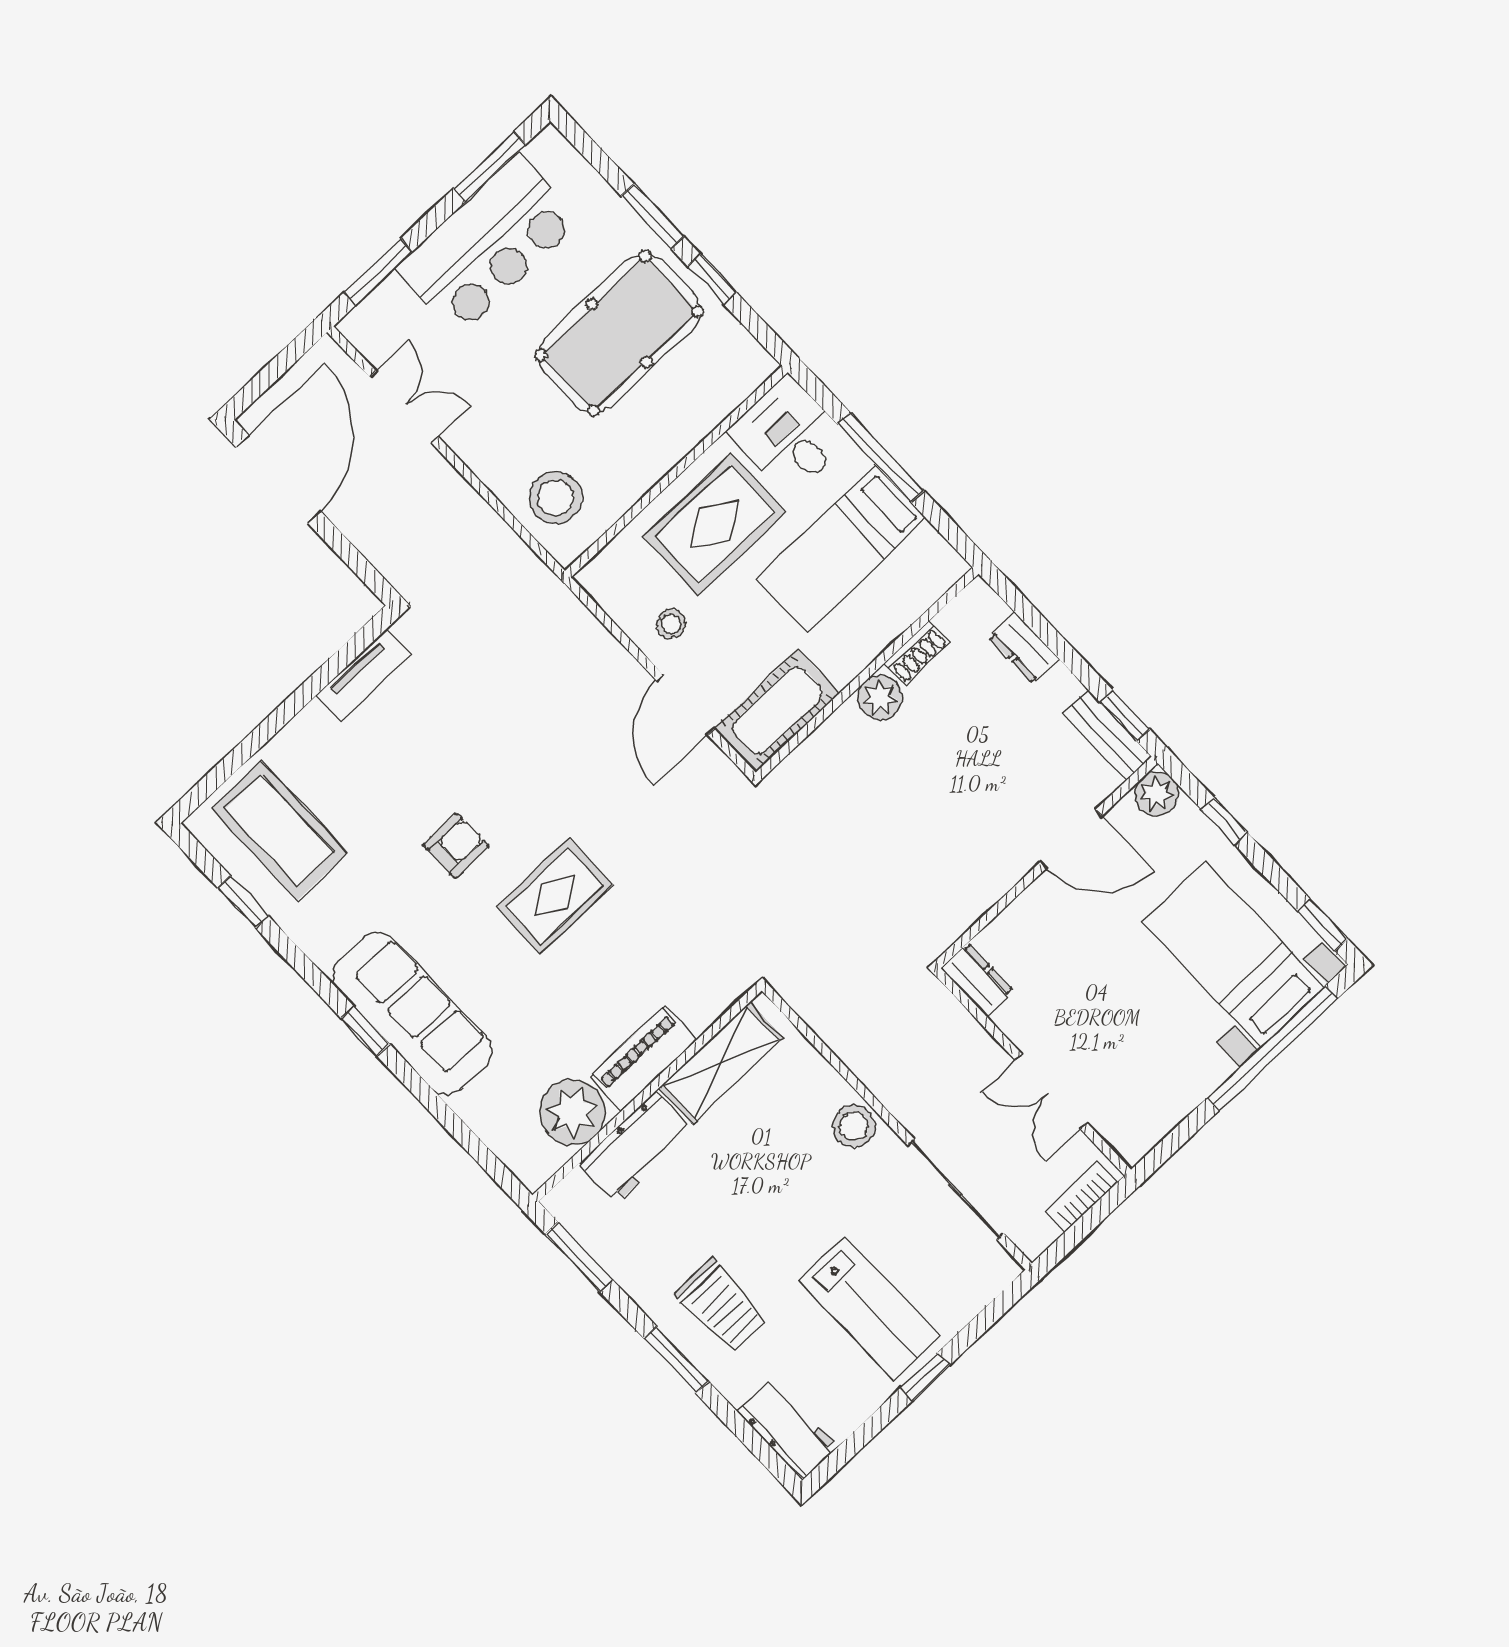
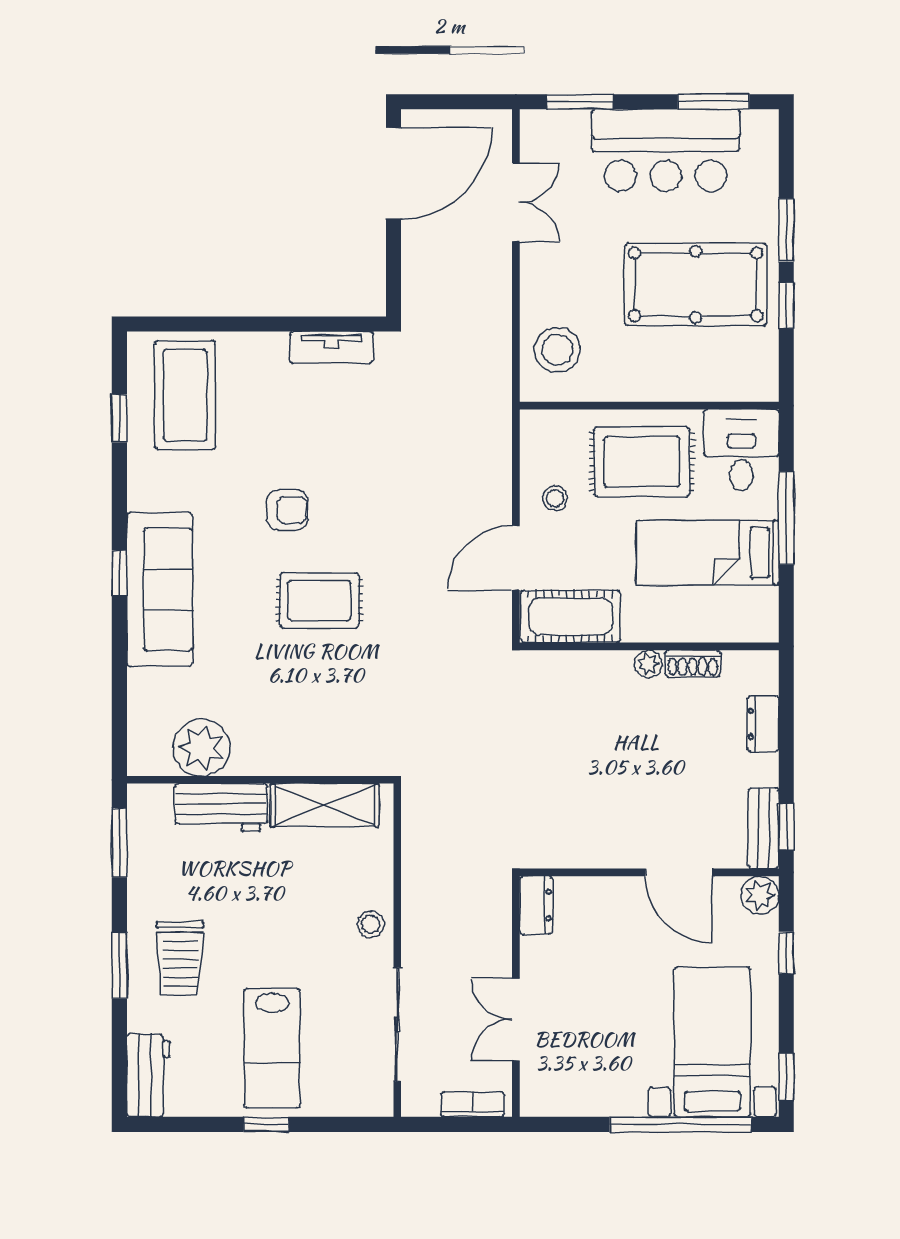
plant: (880, 698) -> (648, 664), width x0.73, depth x0.73
piano: (643, 1058) -> (279, 756), removed
stool: (854, 1126) -> (371, 924), width x0.73, depth x0.73

